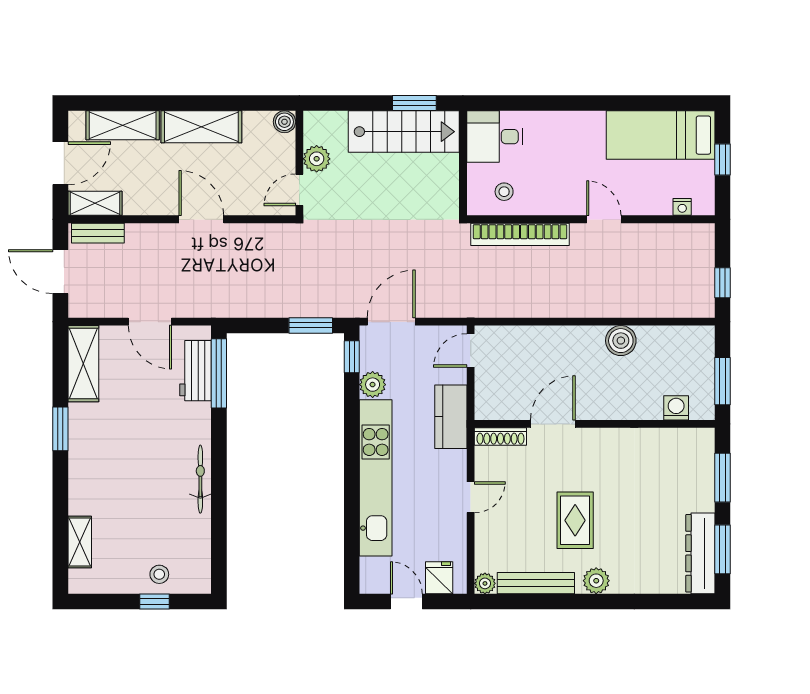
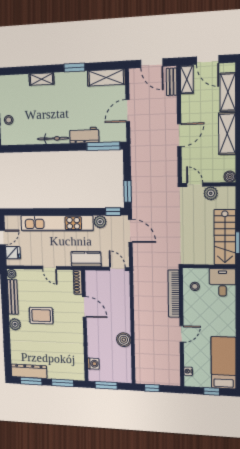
door: (60, 272) -> (152, 63), swing flipped
workbench: (196, 371) -> (84, 135), moved
shelving: (80, 542) -> (41, 79), moved

